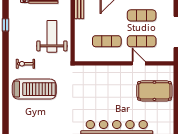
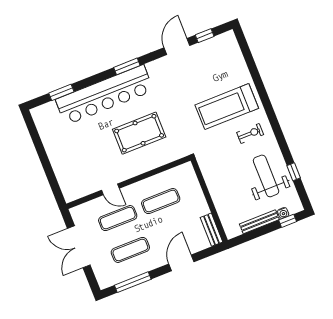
weight bench: (52, 36) -> (266, 176), moved, turned 180
pool table: (154, 91) -> (139, 133), moved

